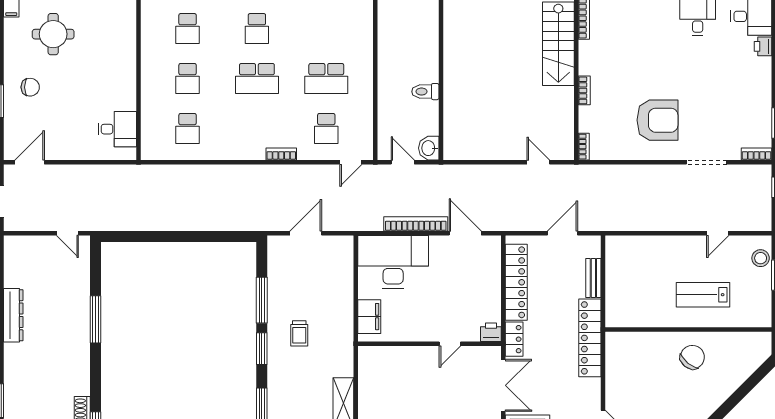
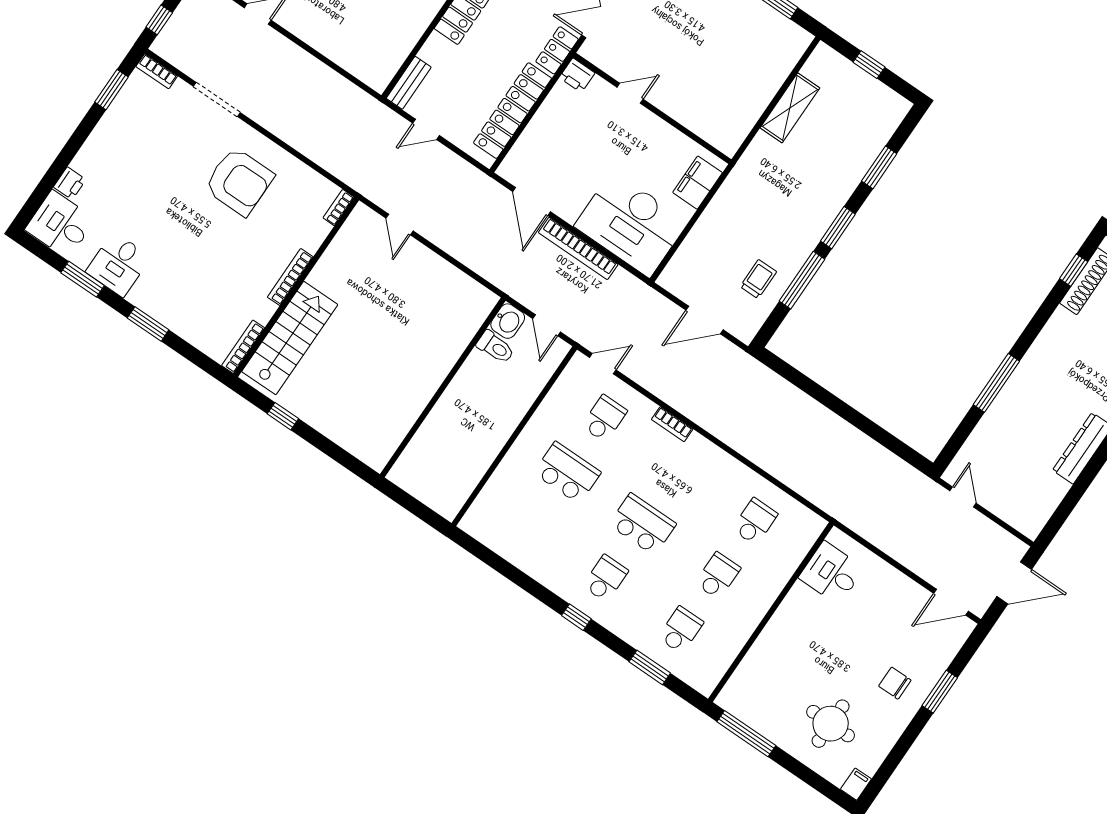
bookcase: (584, 90) -> (290, 277), width x1.56
toilet: (425, 92) -> (495, 347), moved
armchair: (658, 120) -> (239, 181), turned 180
door: (563, 233) -> (426, 129), width x0.73
bench: (593, 278) -> (409, 83), moved
trolley: (299, 333) -> (758, 279), moved

